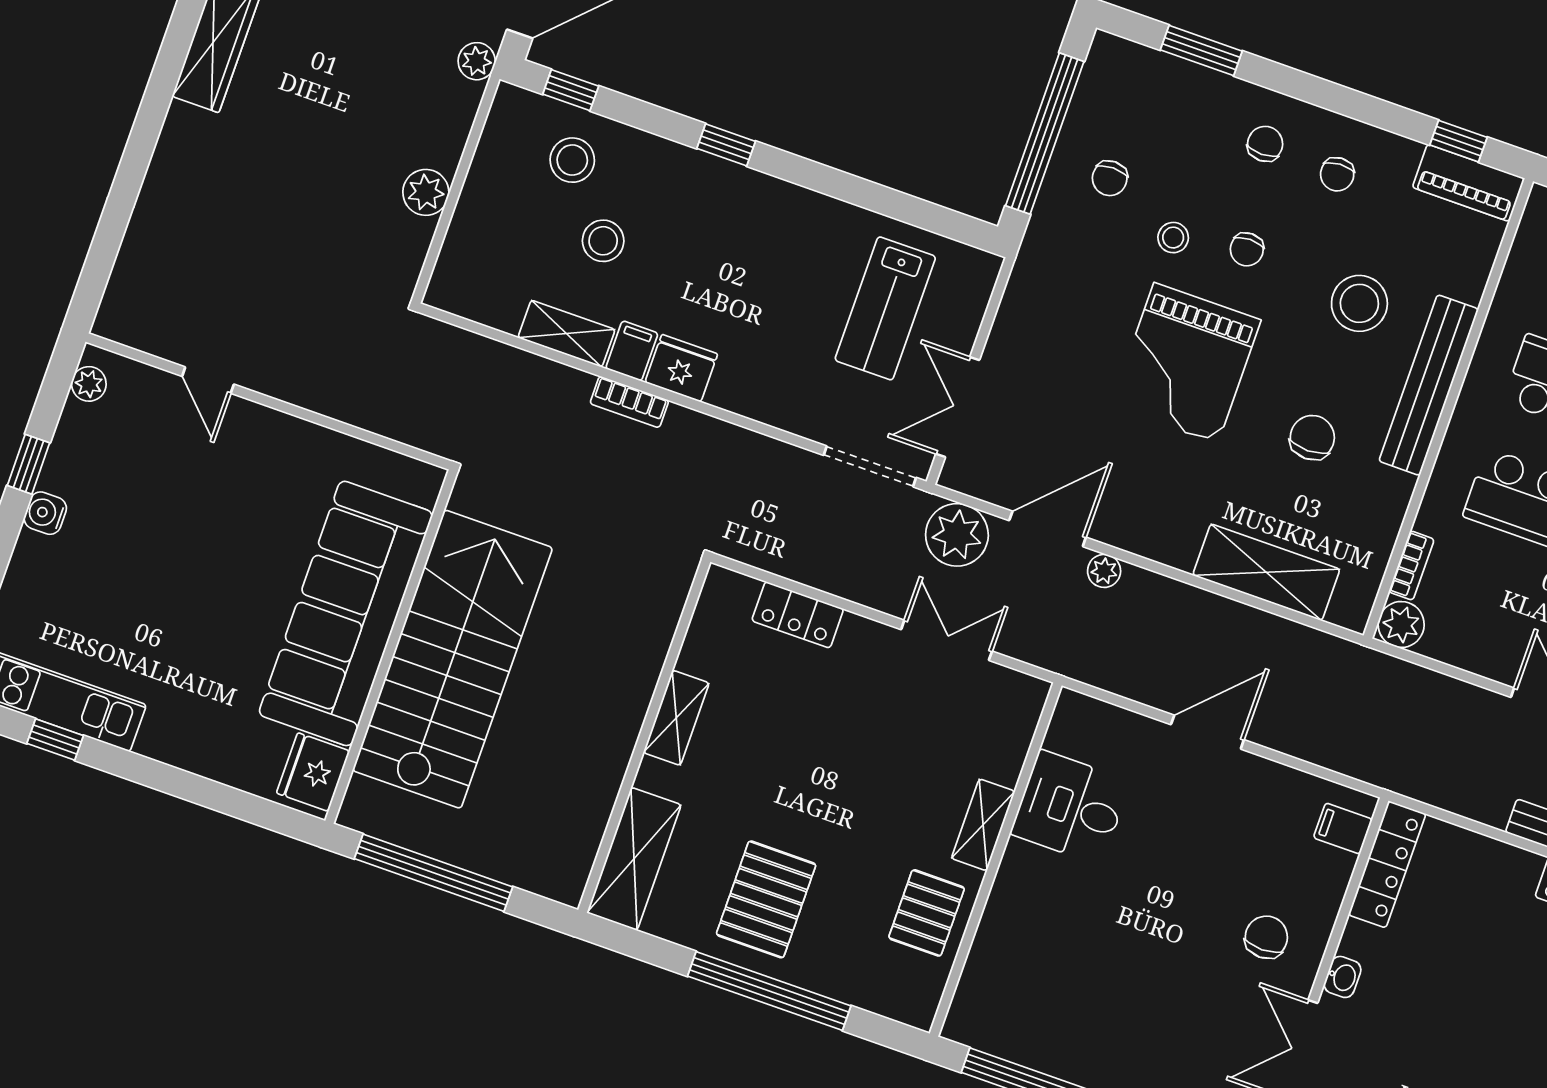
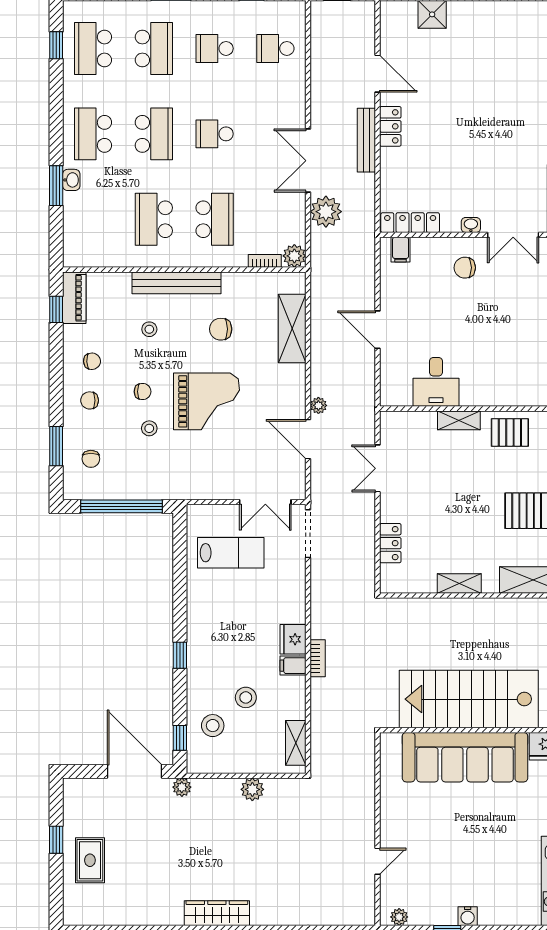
chair: (1110, 178) -> (91, 459), moved, turned 90
stool: (1359, 303) -> (149, 329), width x0.53, depth x0.53
shelving: (566, 334) -> (296, 743), moved
plant: (957, 535) -> (326, 212), moved

